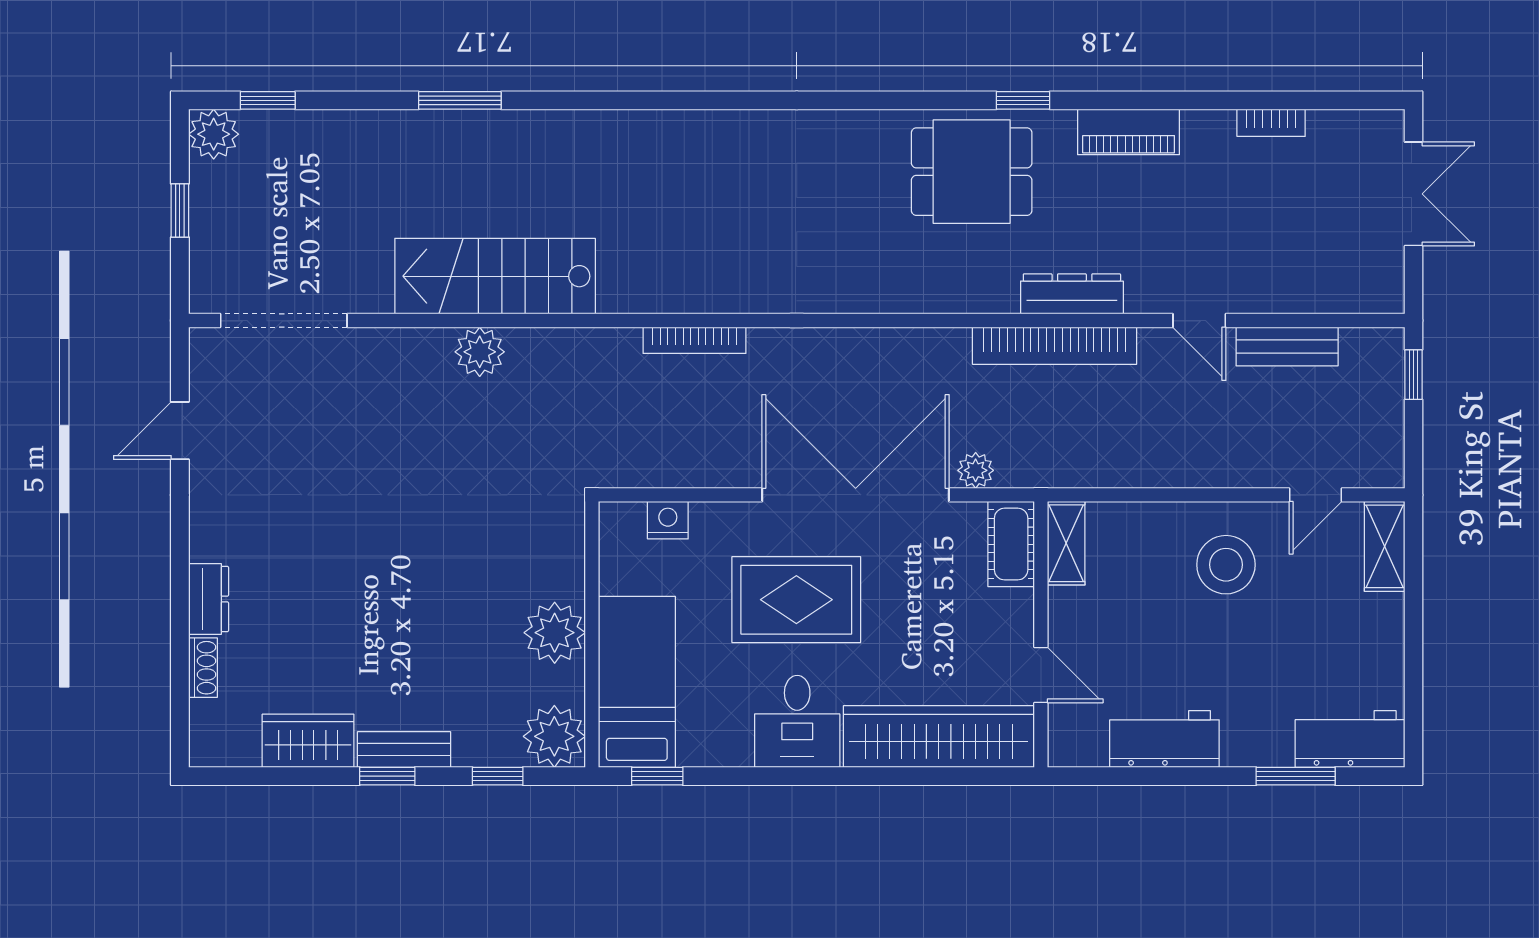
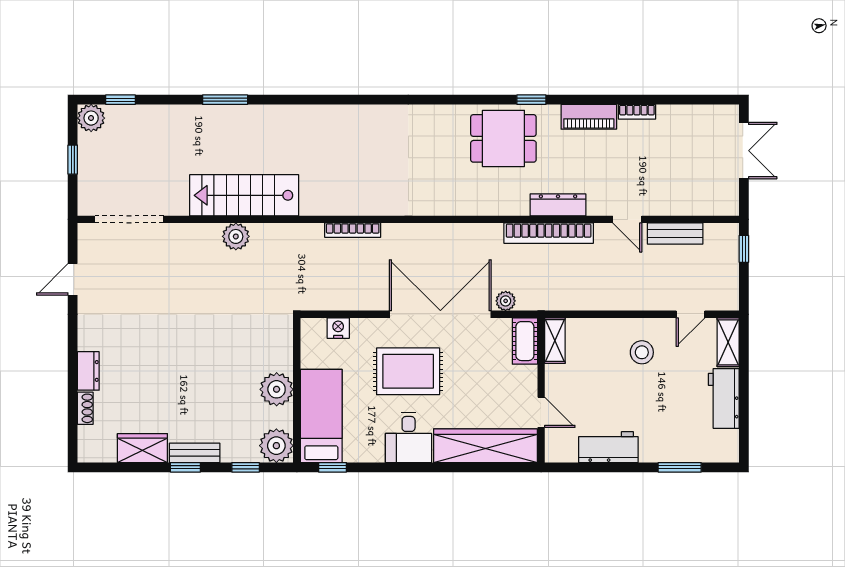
bookcase: (1271, 123) -> (637, 112), moved
stool: (1226, 565) -> (642, 352), width x0.73, depth x0.73
workbench: (1350, 739) -> (724, 398), moved, turned -90

